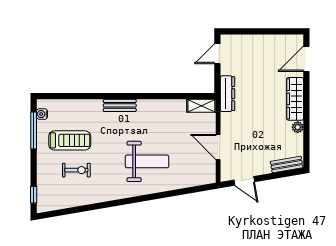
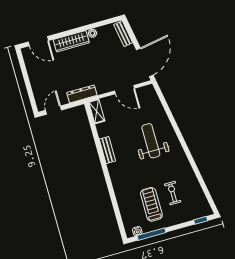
door: (217, 54) -> (54, 110), swing flipped
bench: (120, 105) -> (107, 150), moved
door: (218, 147) -> (125, 90), hinge flipped
door: (244, 181) -> (145, 62), width x1.87

